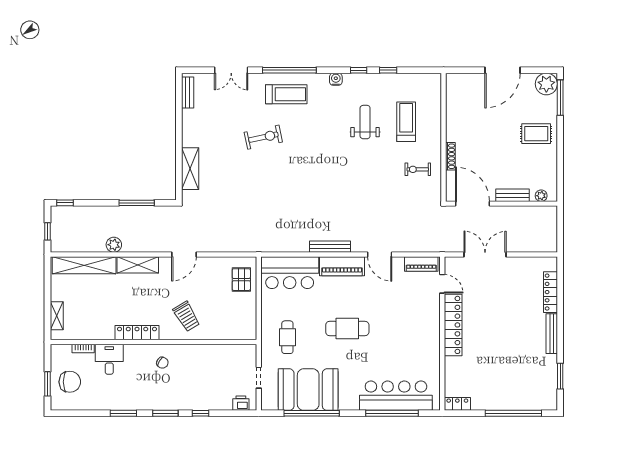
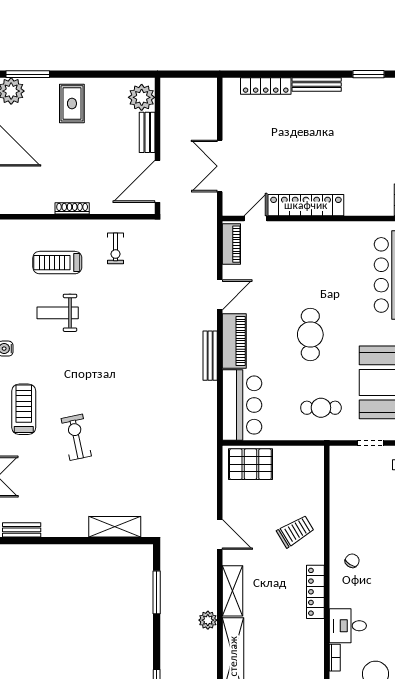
shoe rack: (450, 156) -> (72, 208), moved
plant: (541, 196) -> (142, 97), width x1.88, depth x1.88
pallet: (241, 280) -> (250, 464), width x1.50, depth x1.42

